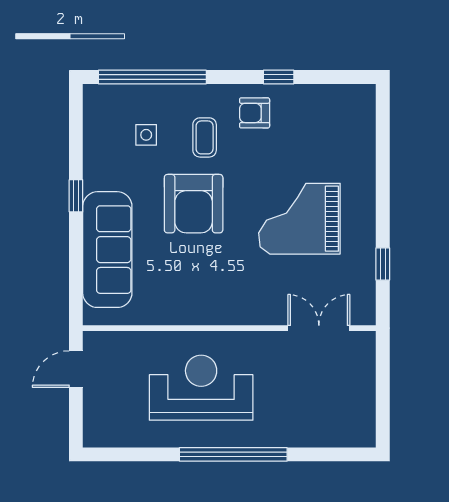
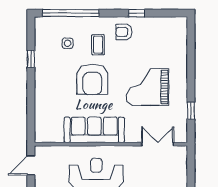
window: (76, 196) -> (31, 59), moved
sofa: (107, 250) -> (94, 130), moved, turned -90

